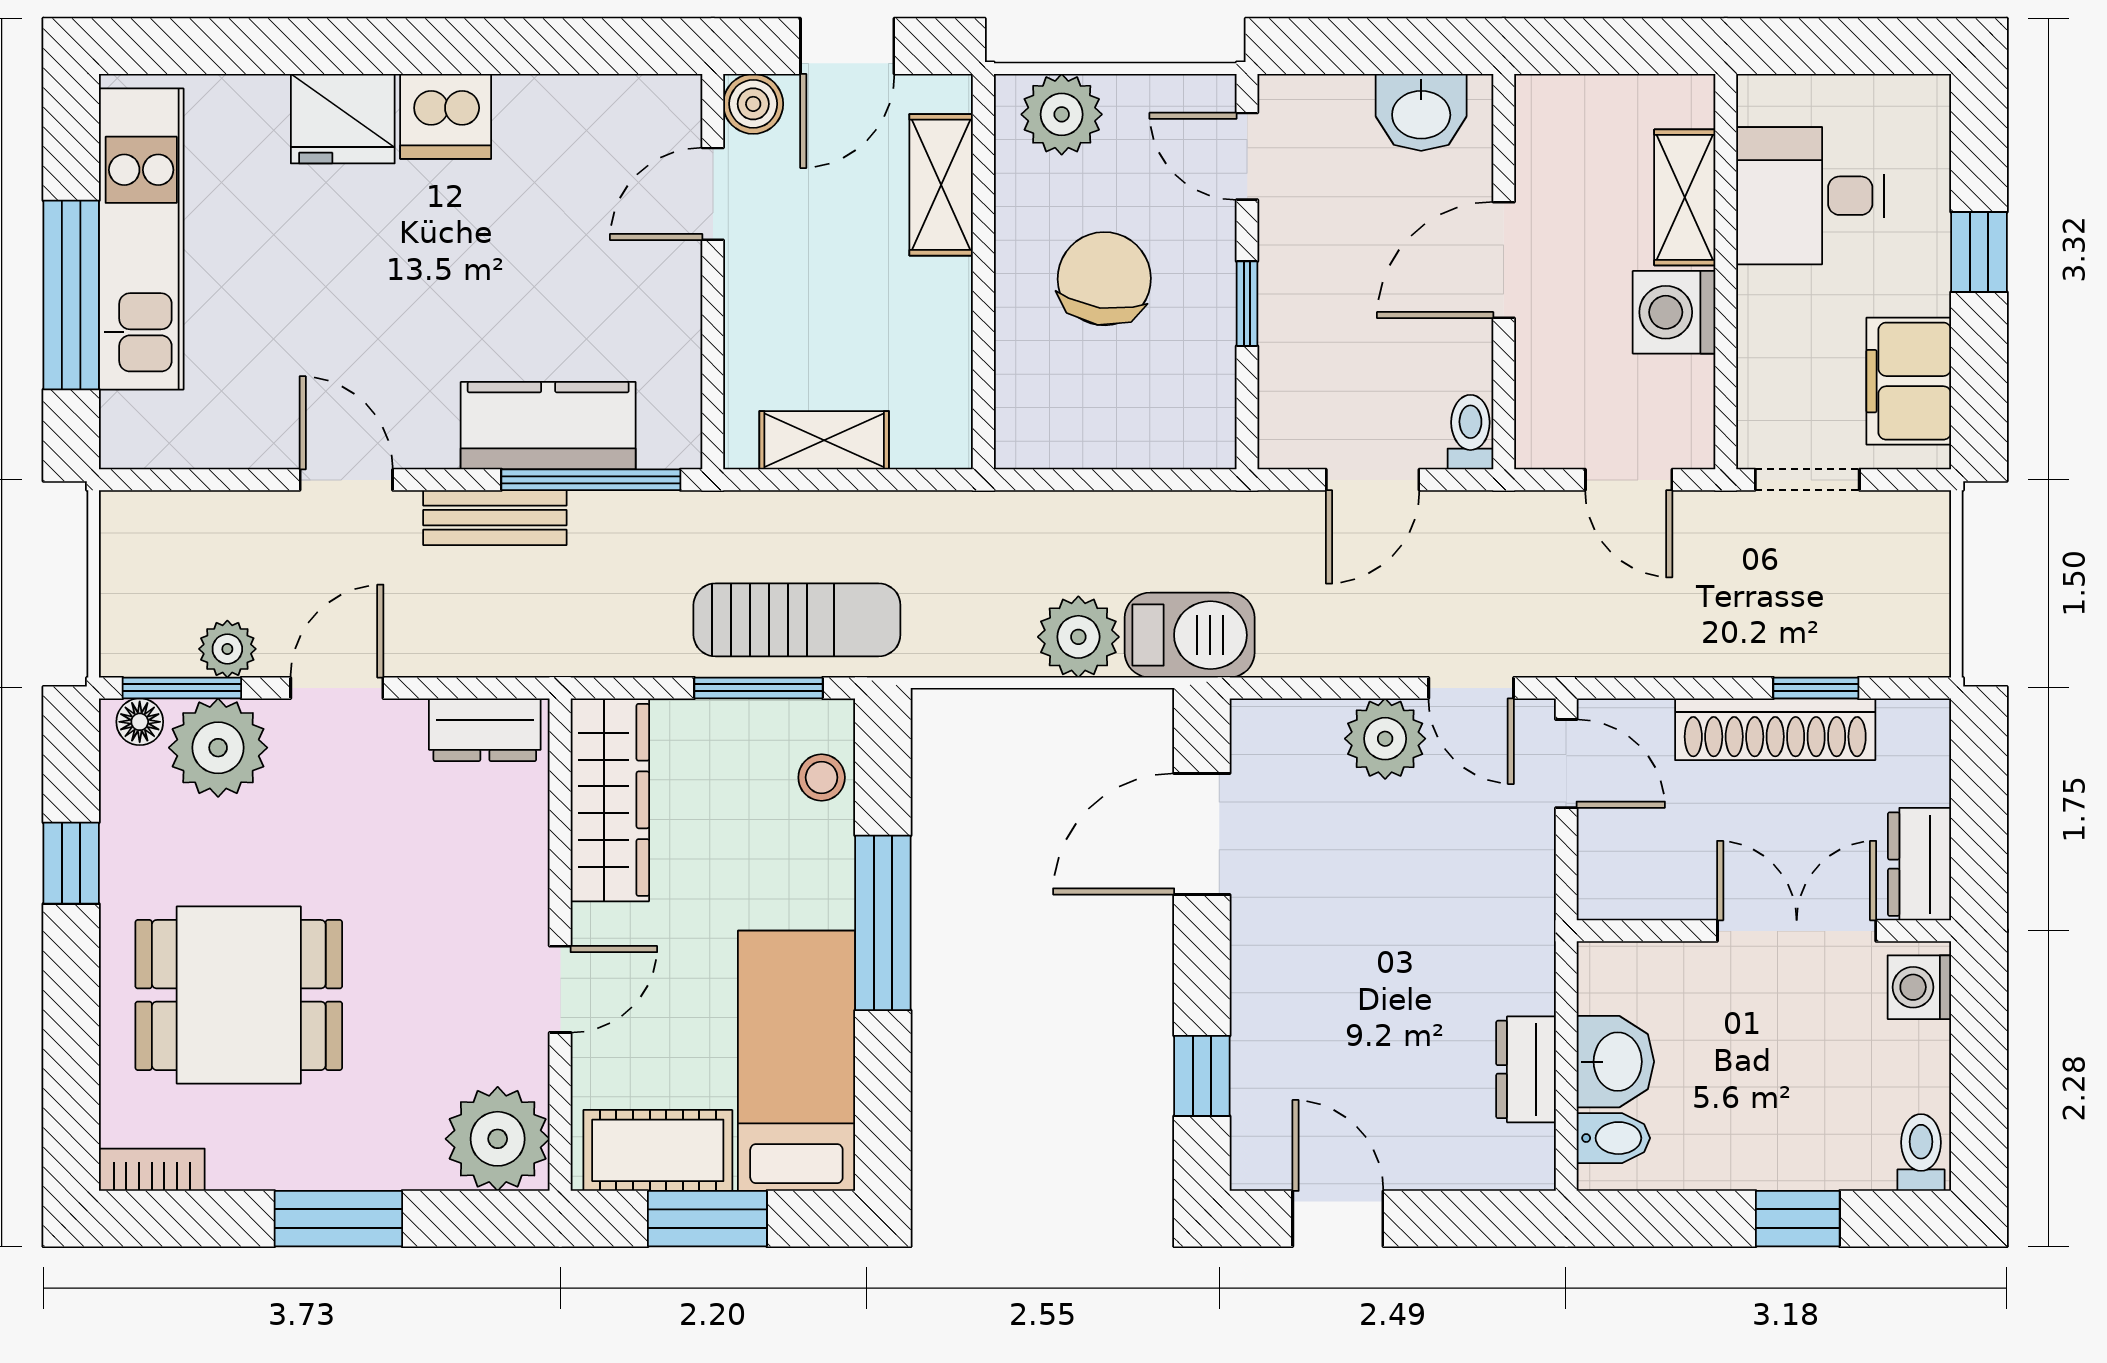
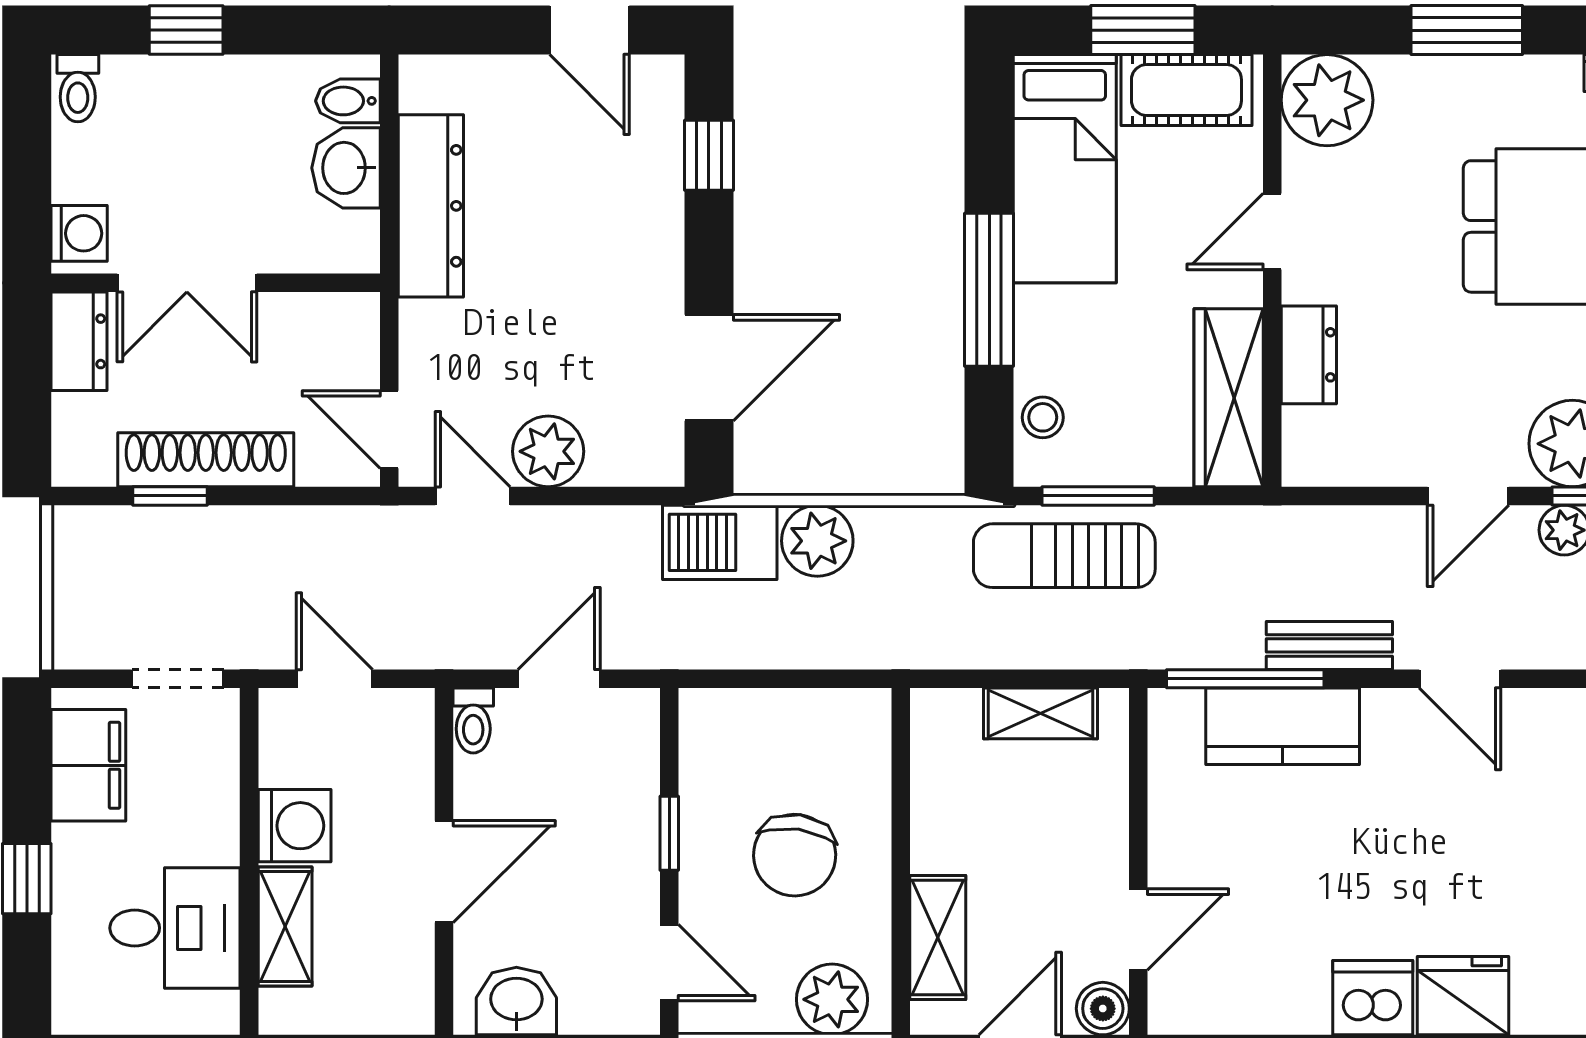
dresser: (485, 730) -> (1309, 355), moved, turned 90
dresser: (1526, 1069) -> (431, 206), width x1.96, depth x1.24

